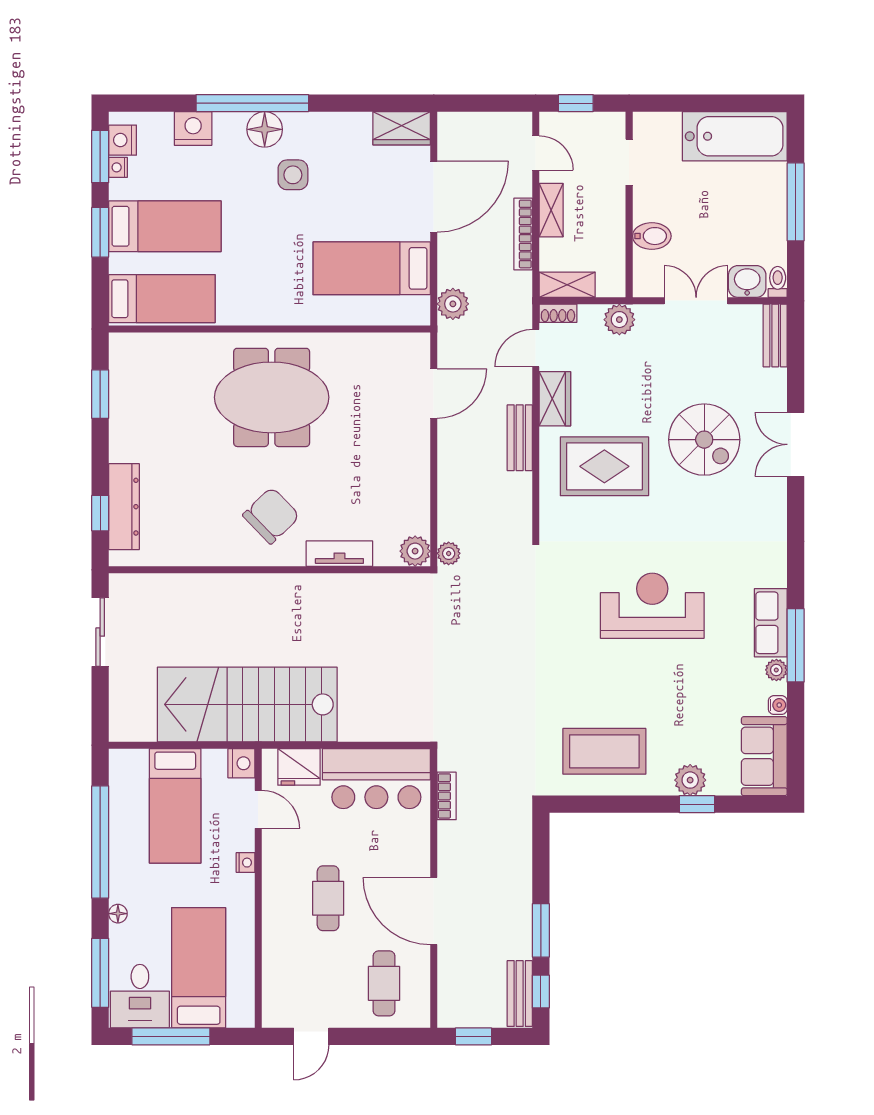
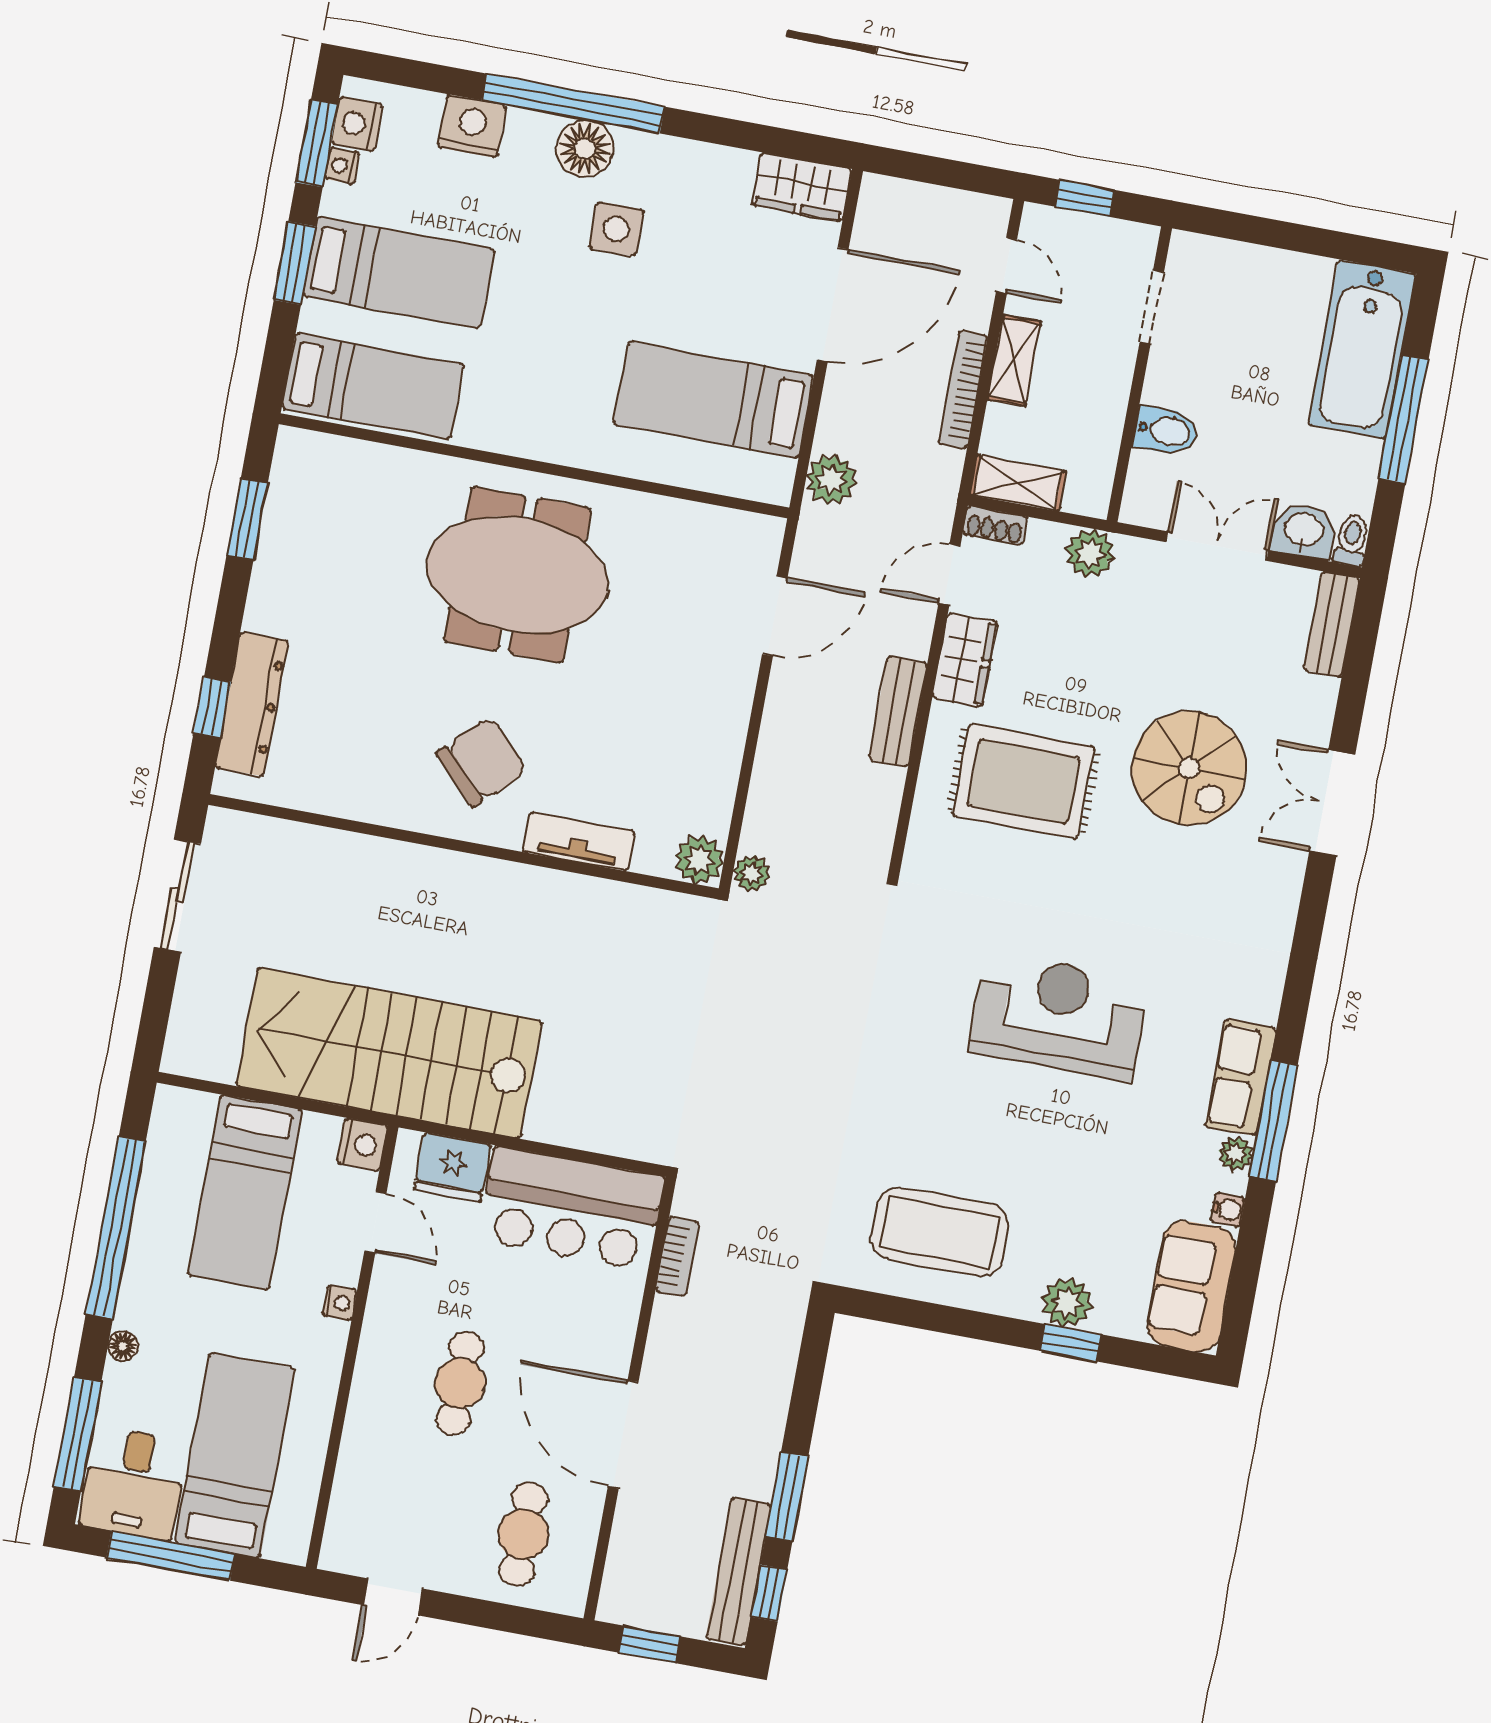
bathtub: (735, 136) -> (1362, 349), moved, turned 90
bench: (520, 994) -> (739, 1571), width x1.36

